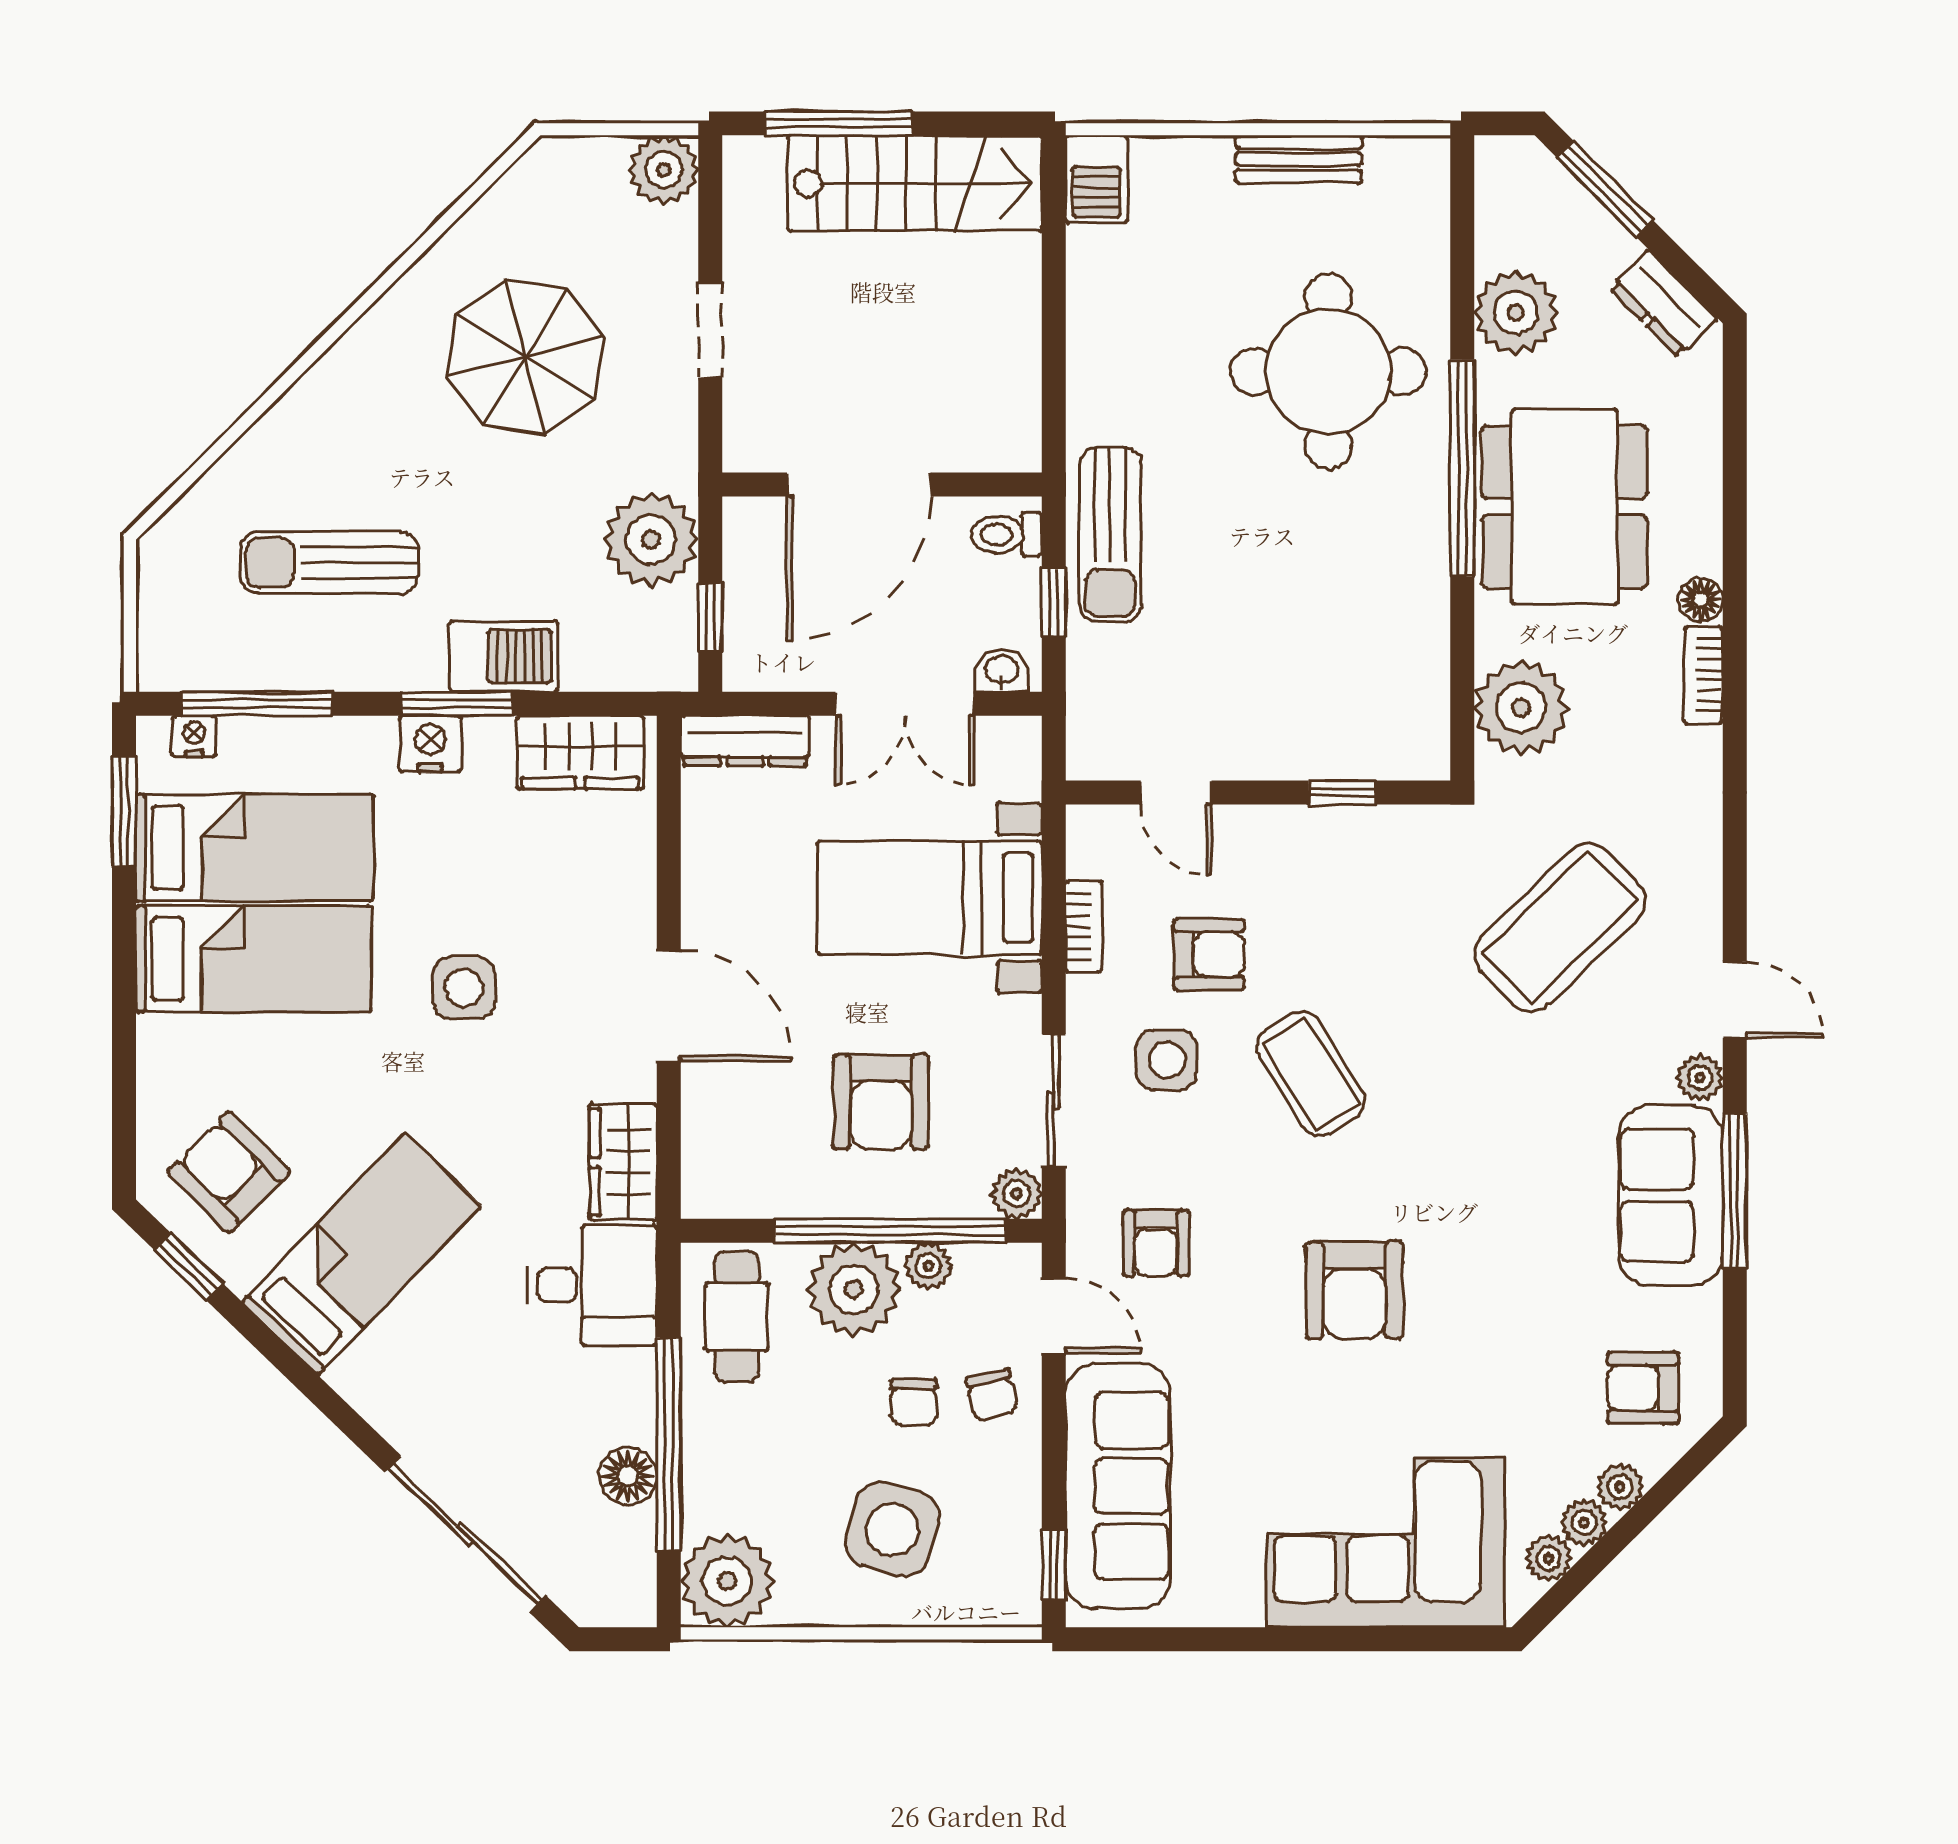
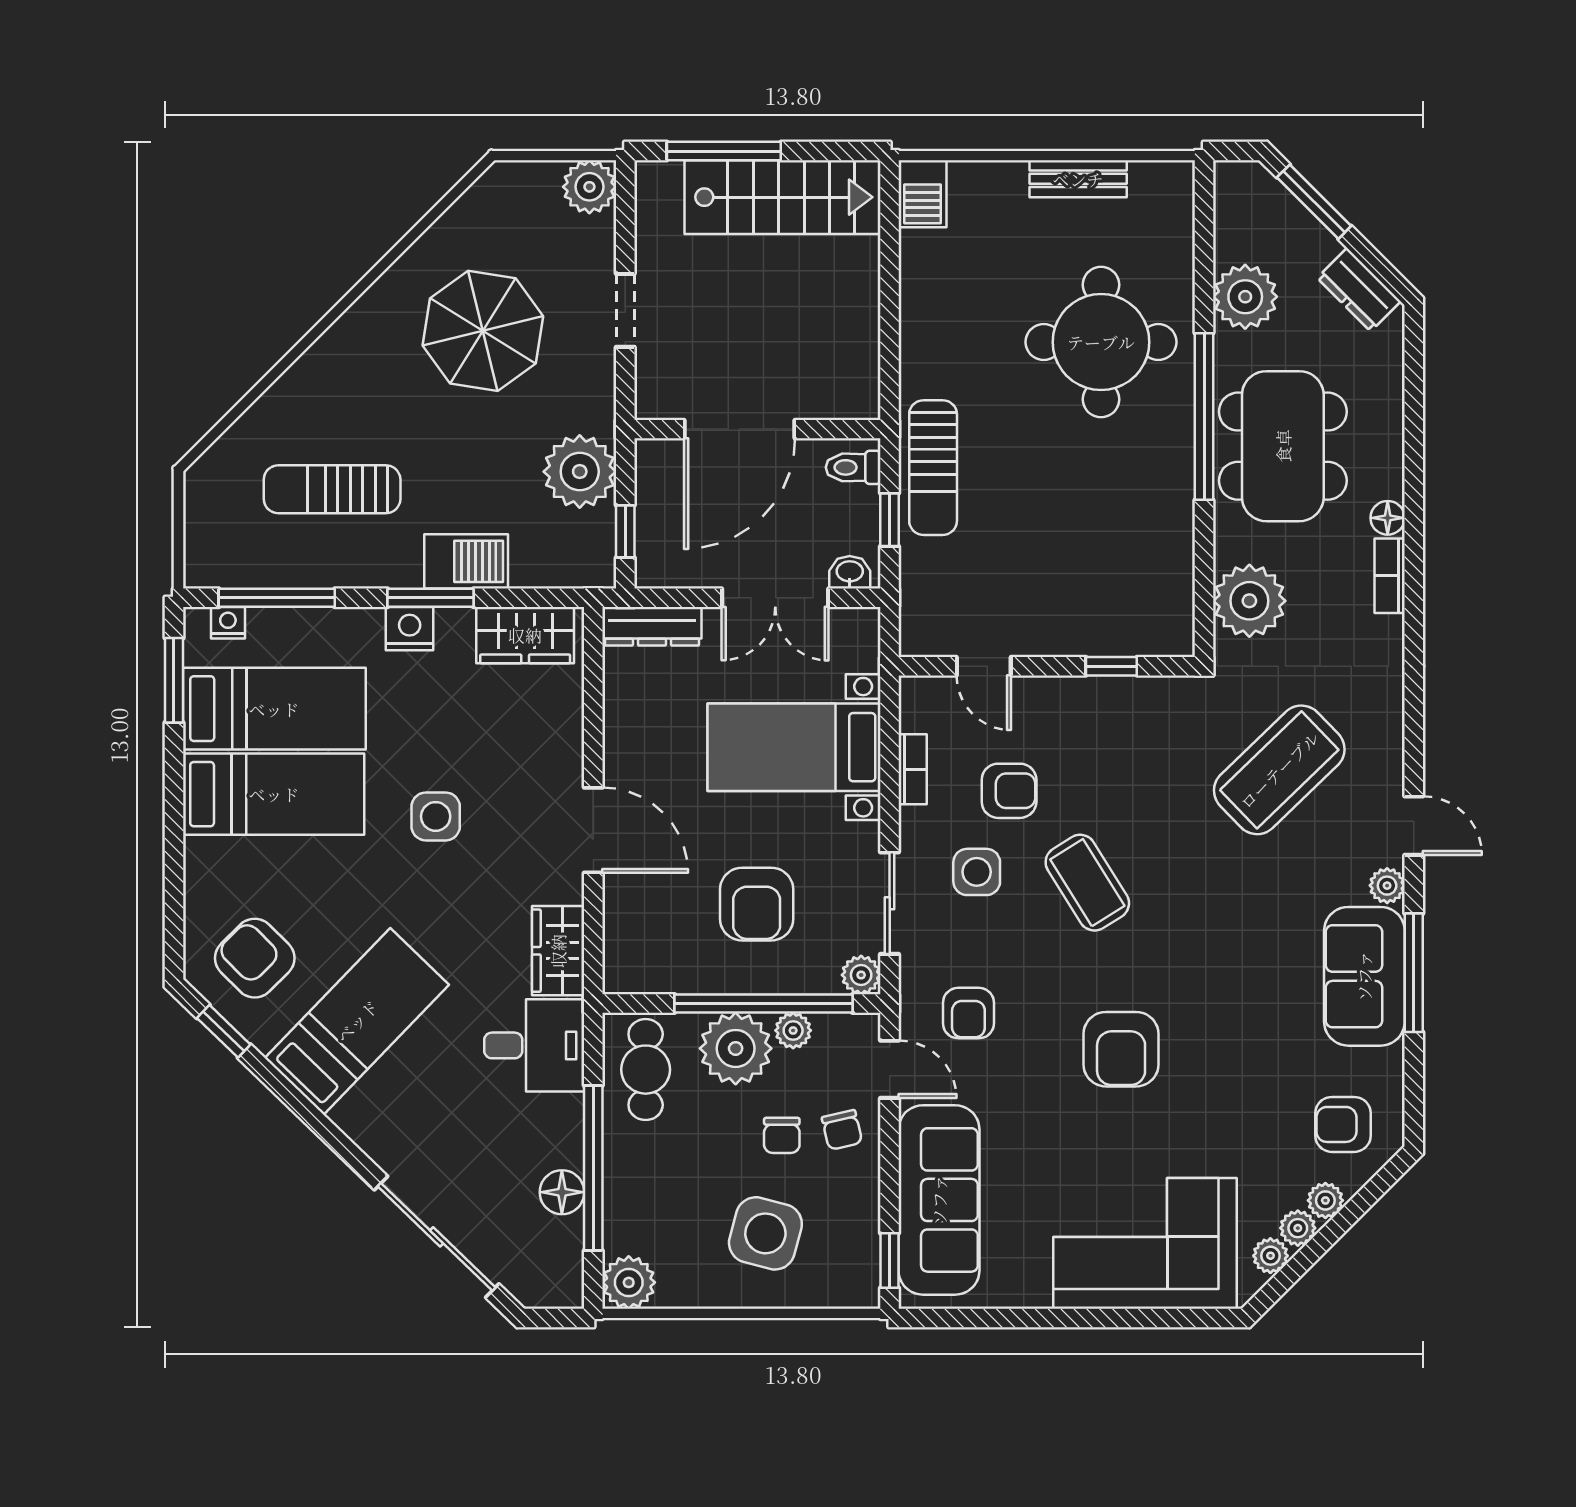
plant: (727, 1581) -> (629, 1282), width x0.73, depth x0.73

